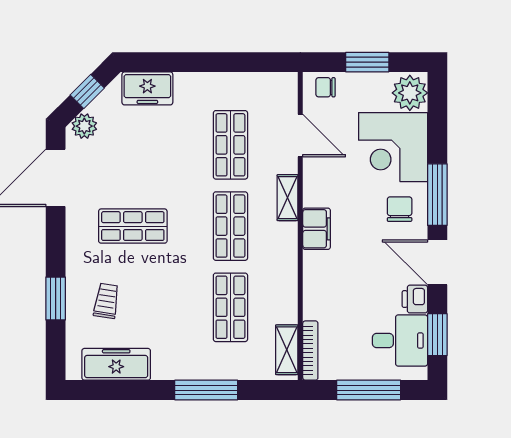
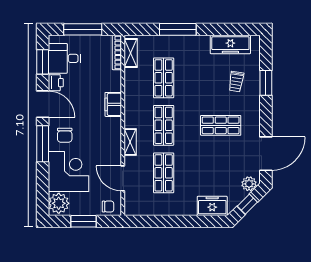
filing cabinet: (317, 229) -> (113, 104), moved

